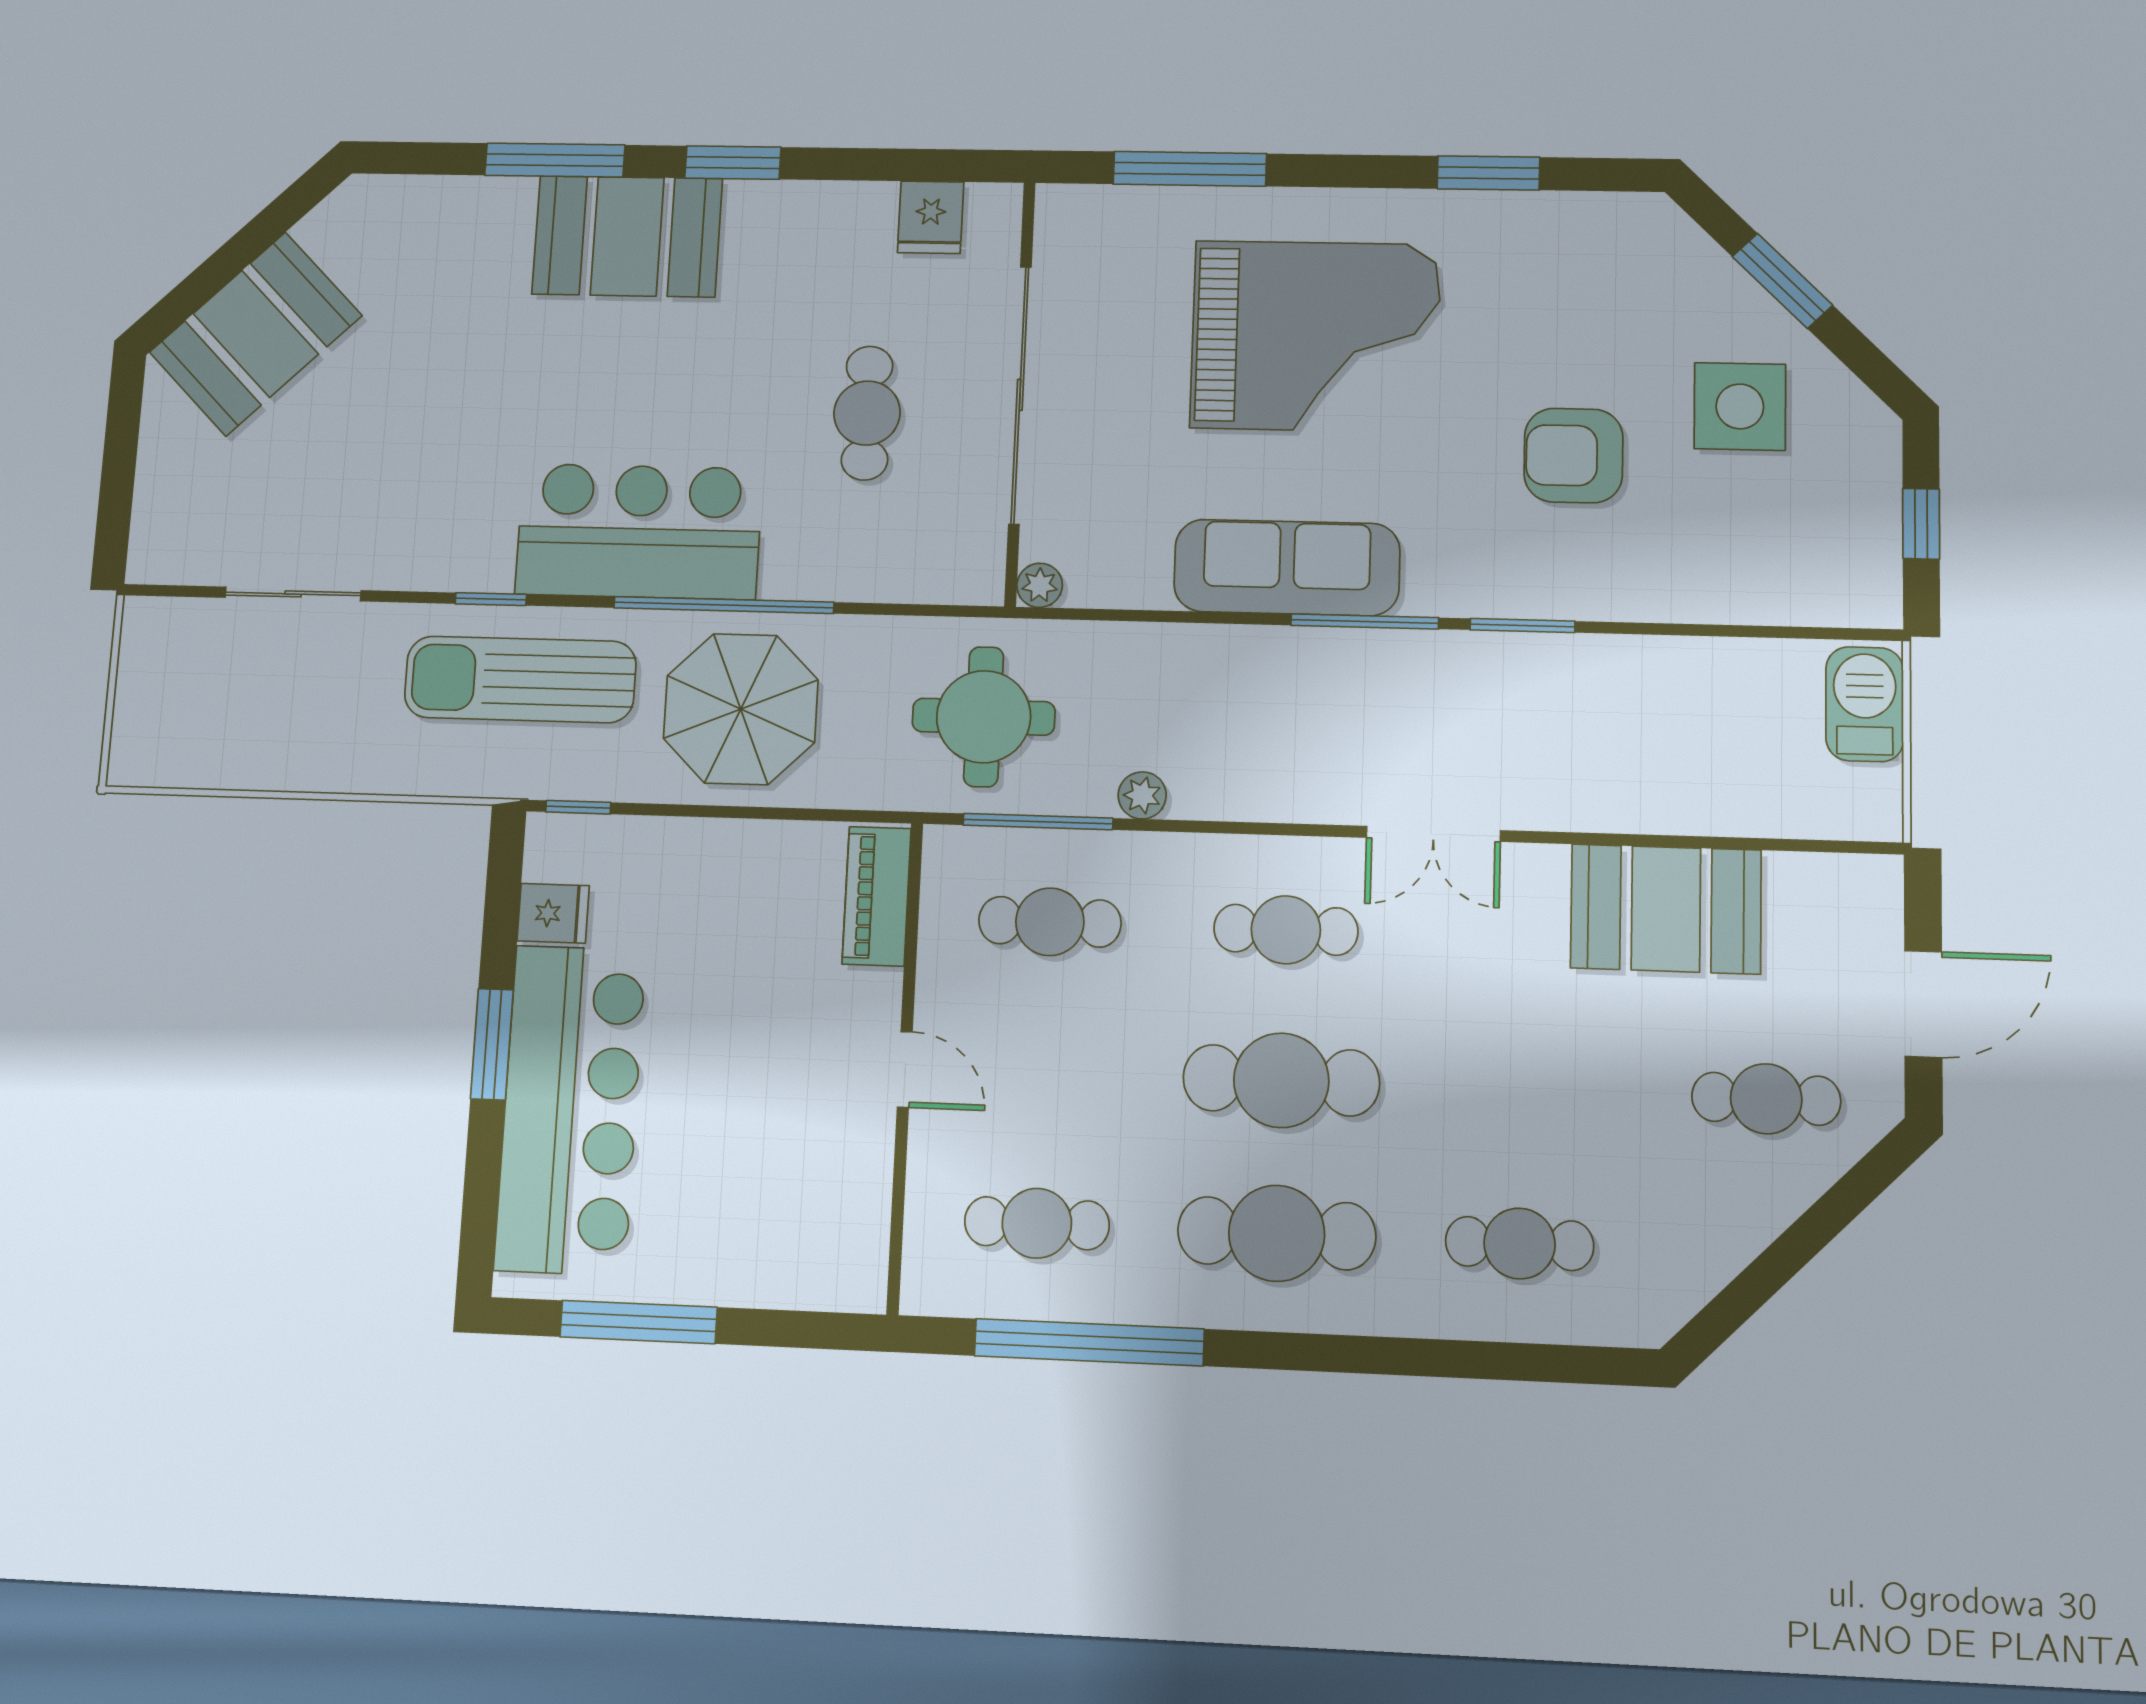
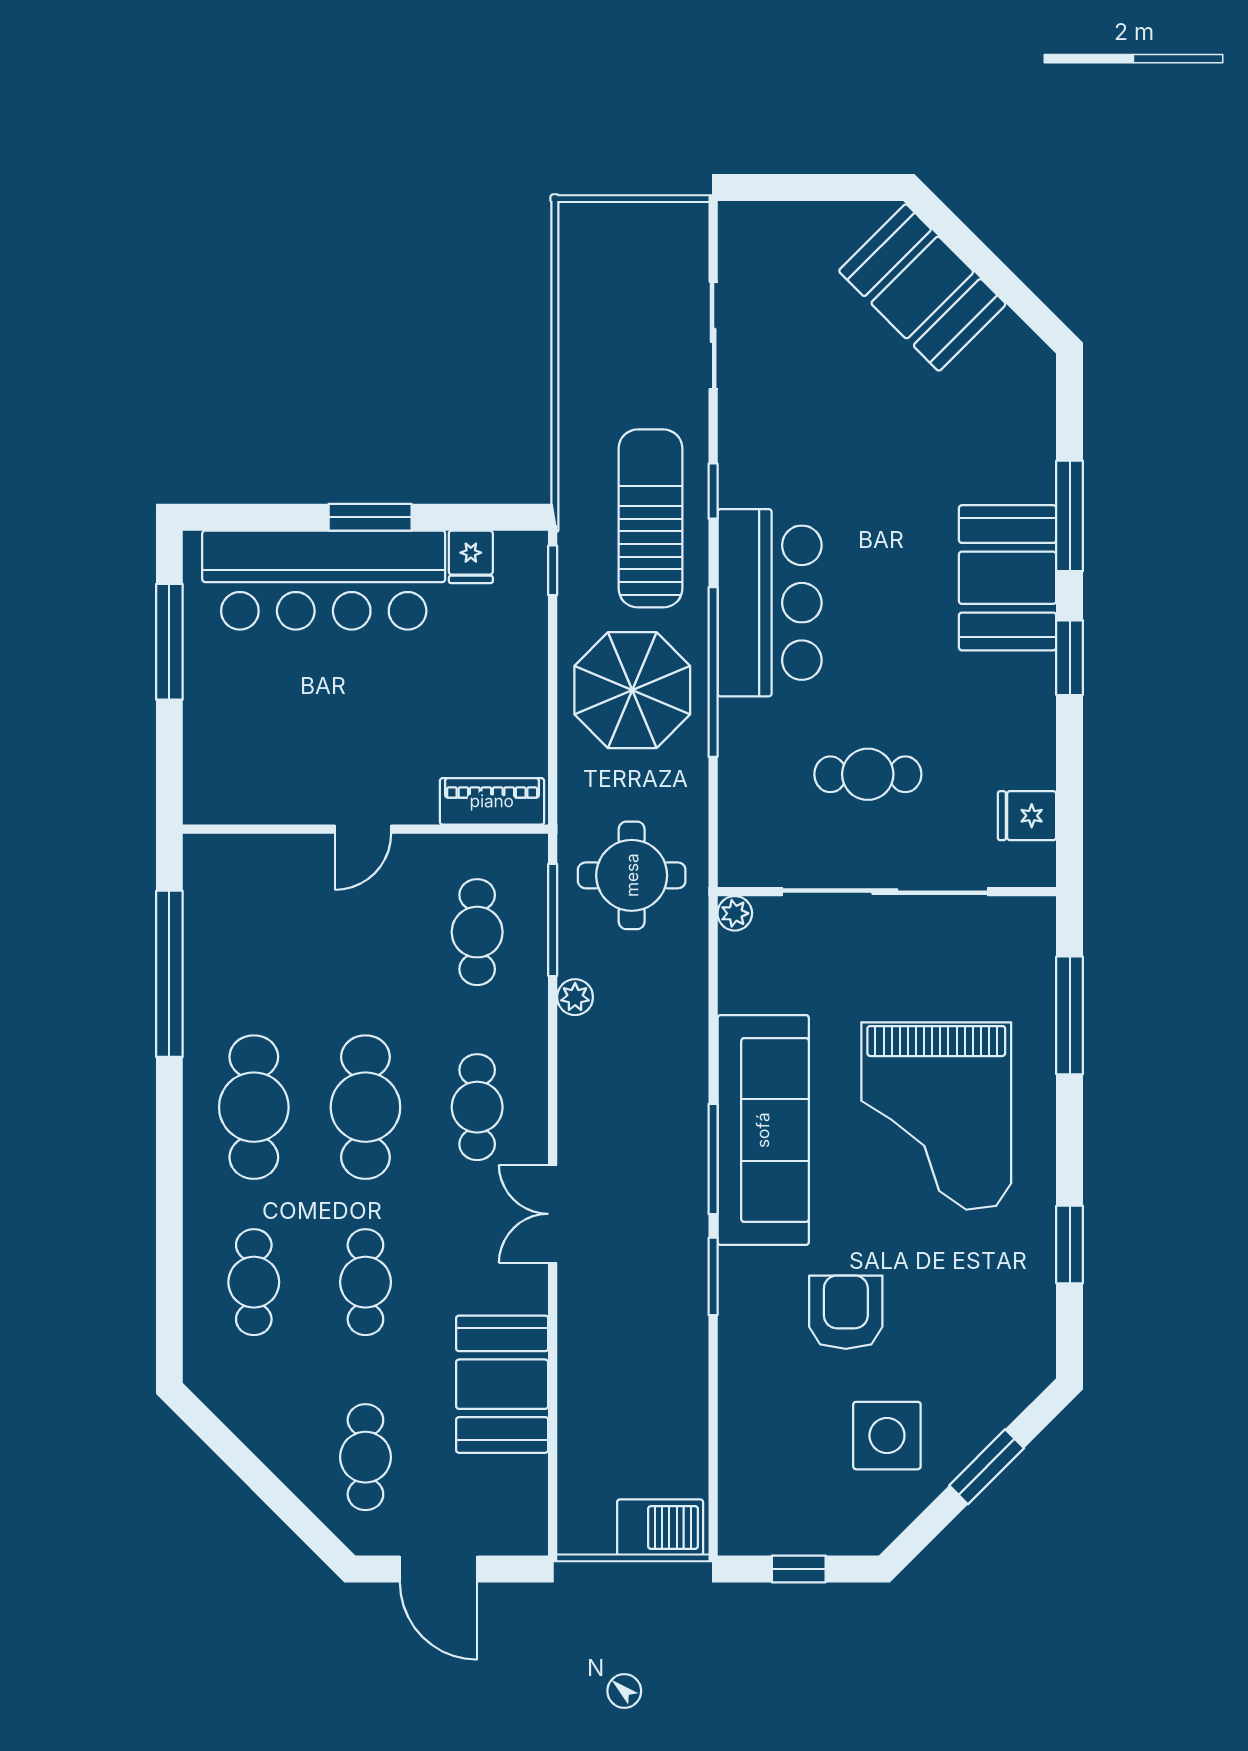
sofa: (1287, 567) -> (763, 1130), width x1.36, depth x1.27
cafe table: (1037, 1223) -> (365, 1282), moved

